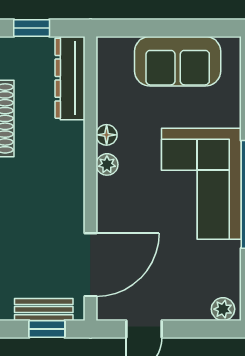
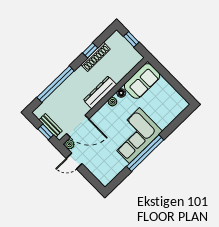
sofa: (178, 61) -> (142, 81), moved, turned -90
dresser: (70, 78) -> (100, 92), moved
plant: (223, 309) -> (69, 144), moved

